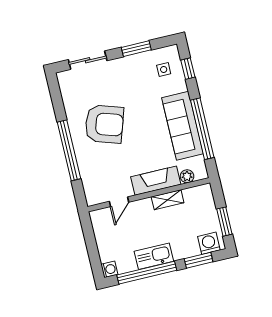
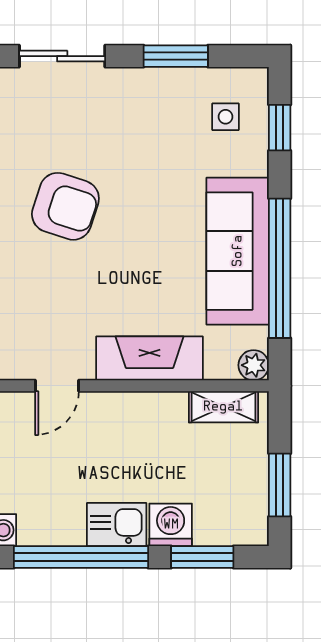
armchair: (104, 124) -> (65, 206), width x0.73, depth x0.73
plant: (187, 176) -> (254, 365), moved
shelving: (168, 200) -> (223, 407), moved
washing machine: (209, 243) -> (171, 525), moved
kitchen sink: (154, 256) -> (117, 525), width x0.73

